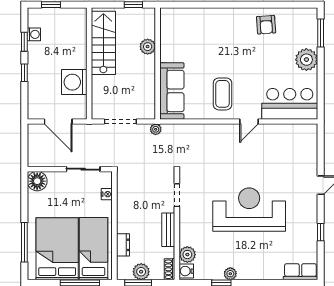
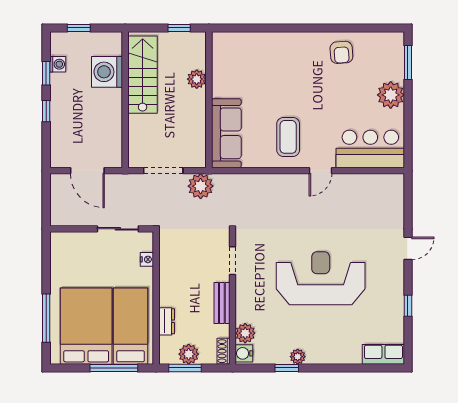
washing machine: (74, 82) -> (107, 72), moved
plant: (156, 129) -> (201, 186), width x1.87, depth x1.87
floor lamp: (37, 181) -> (62, 244), removed

